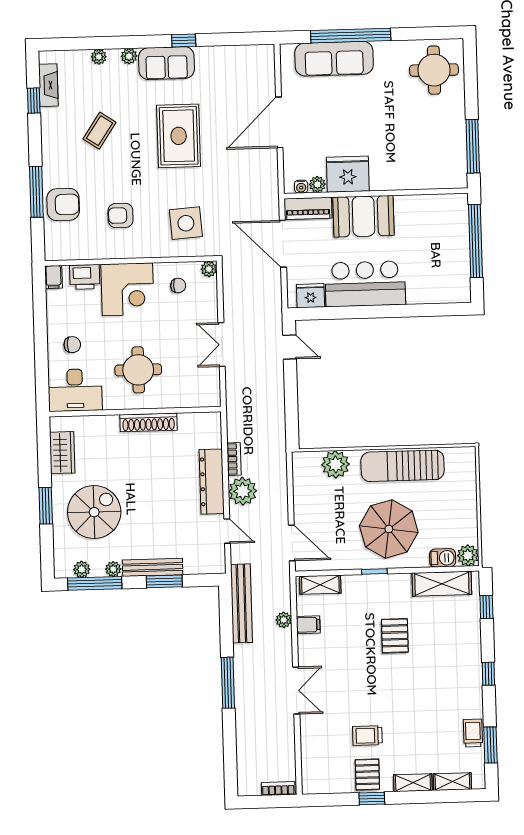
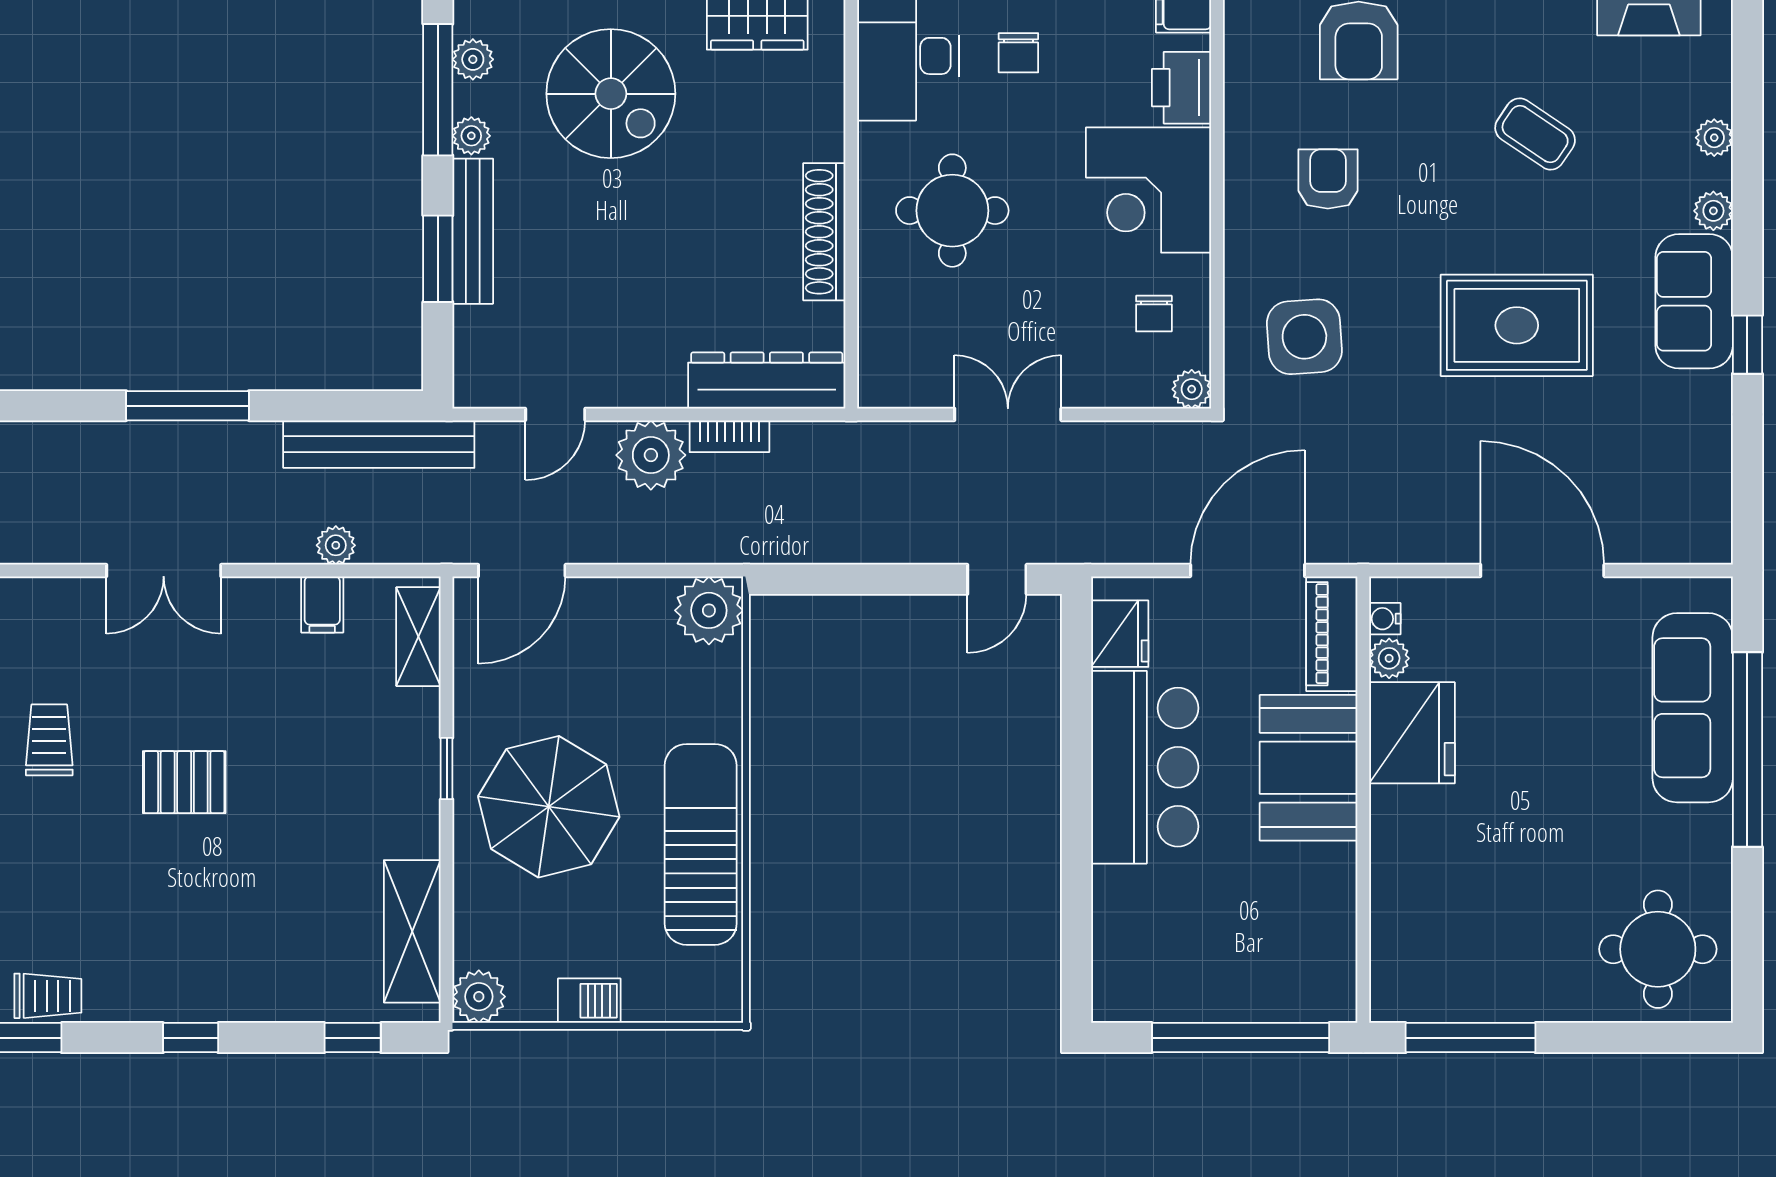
plant: (336, 464) -> (709, 610), moved
dresser: (212, 482) -> (767, 381), moved
barbecue: (443, 558) -> (589, 1001), moved, turned -90
pallet: (395, 636) -> (184, 782), moved

